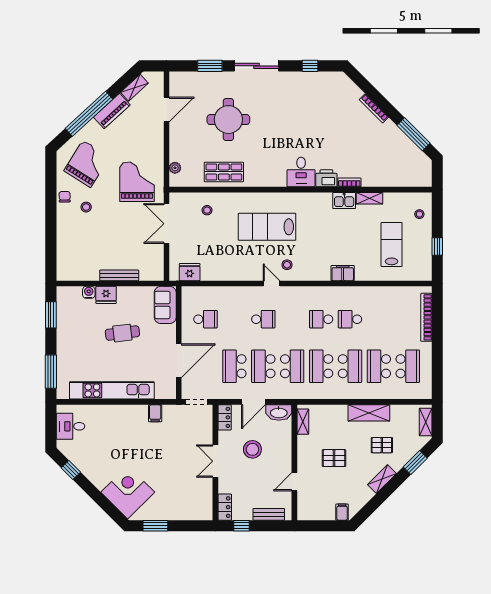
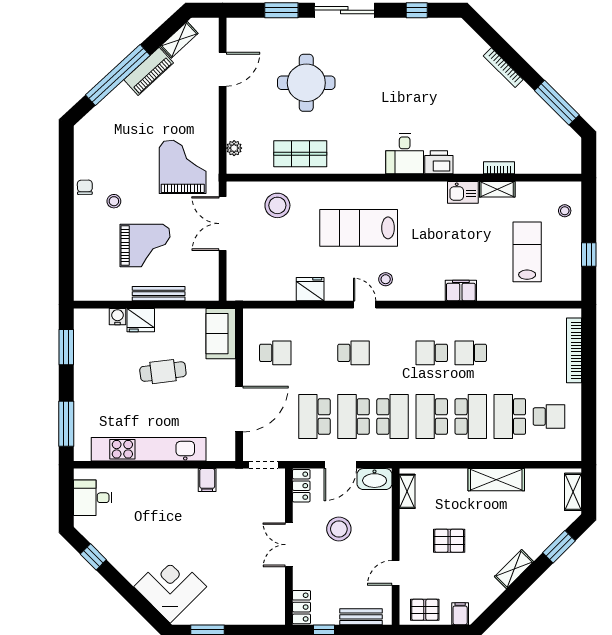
grand piano: (87, 164) -> (145, 246), moved, turned 58
bookcase: (349, 182) -> (499, 168), moved
stool: (207, 210) -> (277, 205), width x1.89, depth x1.89
fridge: (190, 272) -> (310, 289), moved
school desk: (408, 366) -> (549, 417), width x0.54
pallet: (382, 445) -> (425, 610), moved

